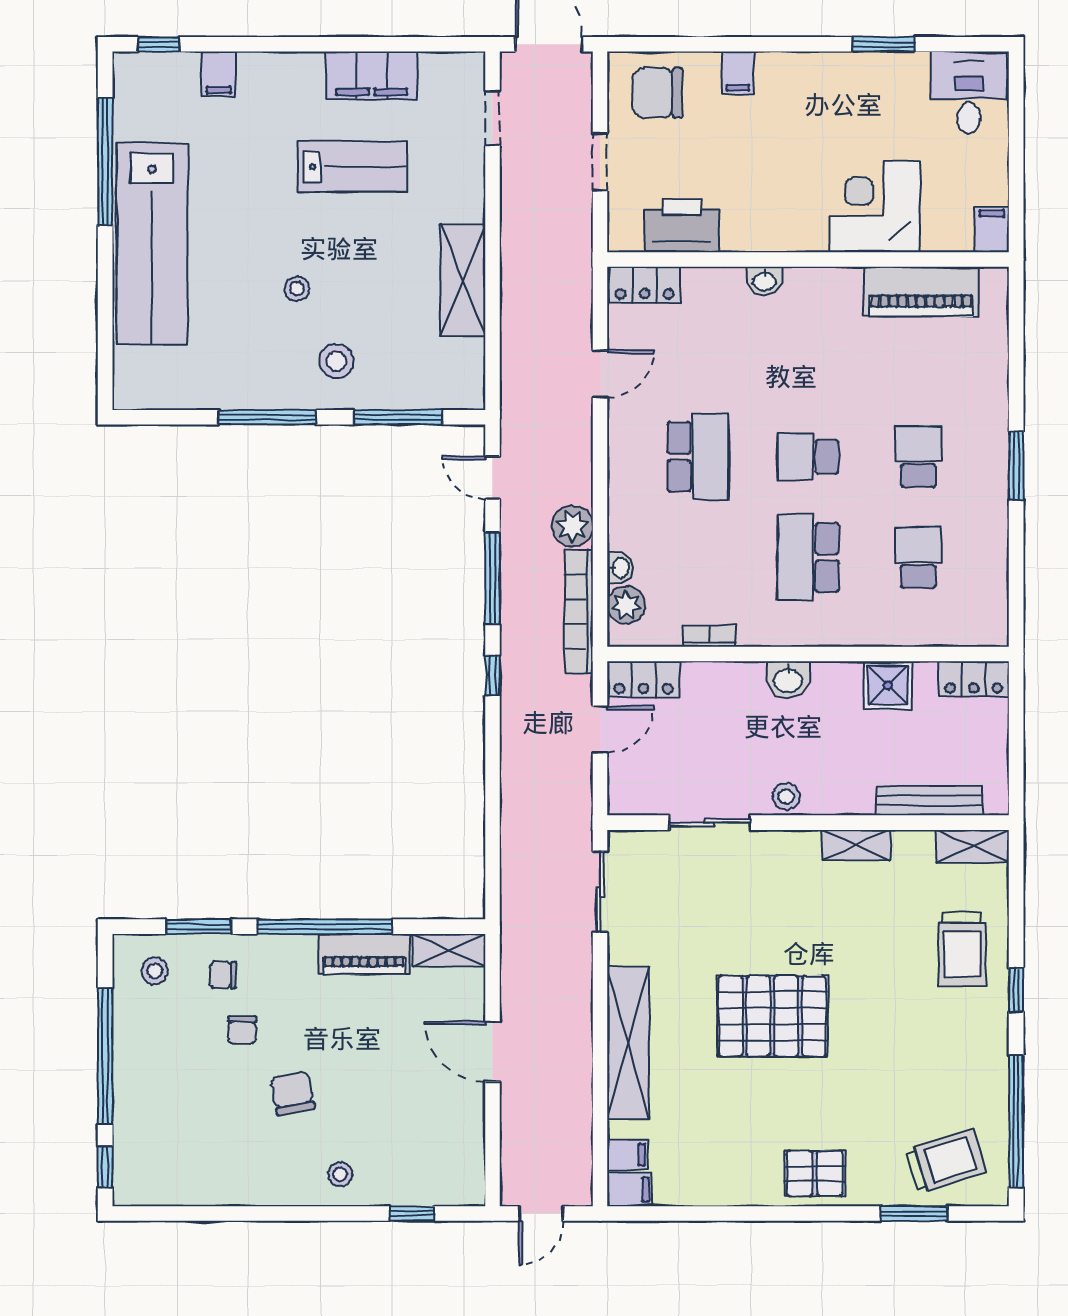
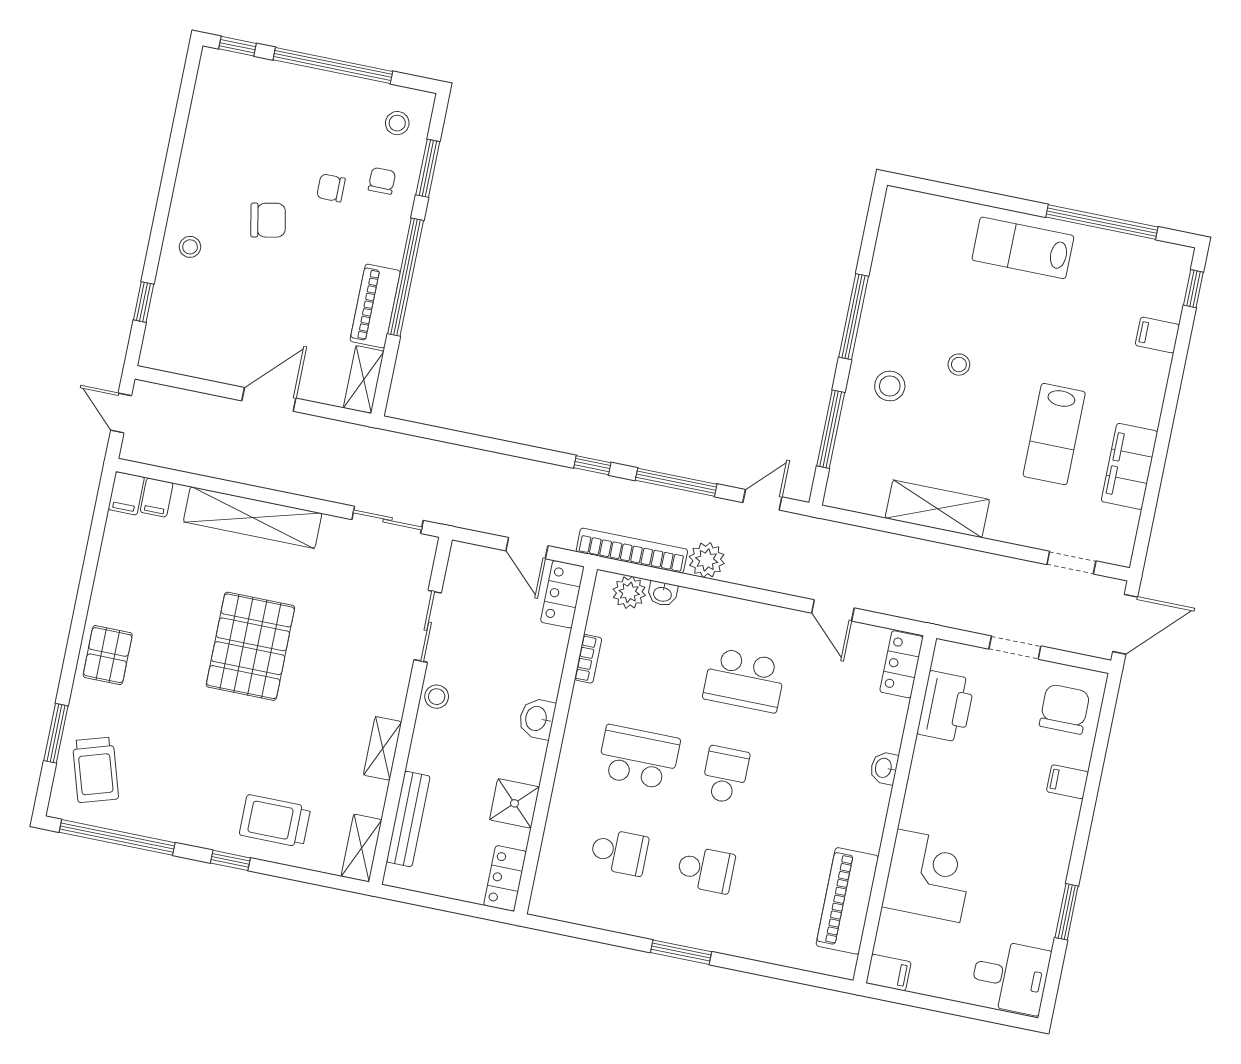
lab bench: (152, 244) -> (1023, 248), width x0.54, depth x0.72

